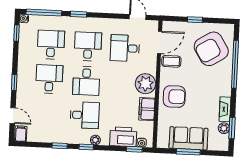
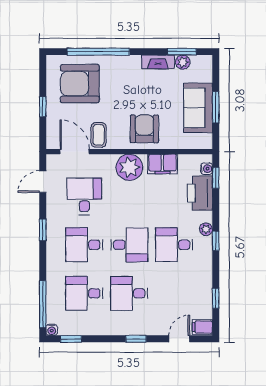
window: (79, 14) -> (43, 230), moved
desk: (125, 48) -> (84, 196), turned 180
armchair: (211, 49) -> (80, 84), turned 122
desk: (85, 115) -> (174, 245), turned -90
window: (60, 146) -> (216, 298), moved

